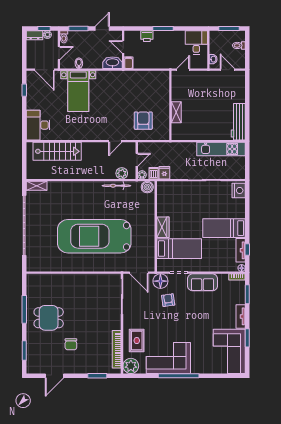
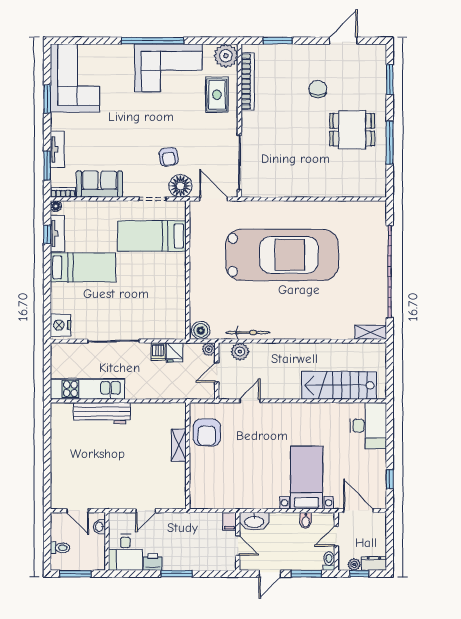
printer: (147, 36) -> (153, 562), moved
wall: (170, 105) -> (188, 456), moved
shelving: (176, 112) -> (179, 445), moved
workbench: (238, 122) -> (102, 413), moved, turned 90
dishwasher: (154, 173) -> (158, 352), moved
wardrobe: (163, 227) -> (177, 269), removed
sofa: (203, 282) -> (100, 184), moved
tv unit: (241, 316) -> (57, 149), moved

